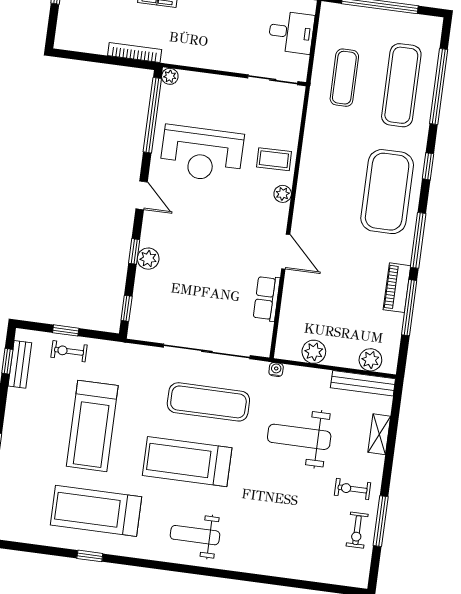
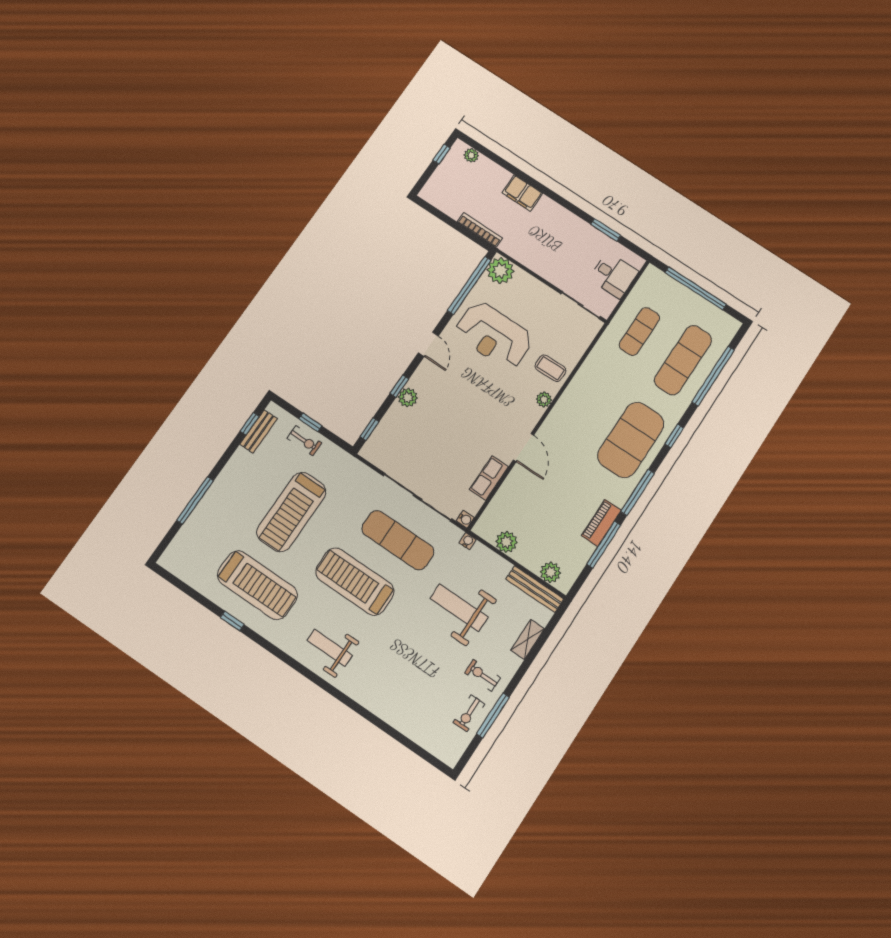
plant: (170, 76) -> (500, 271), width x1.88, depth x1.88
water cooler: (263, 350) -> (465, 519), added
exercise bike: (69, 351) -> (304, 441), turned 180
treadmill: (96, 511) -> (257, 585), turned 180

